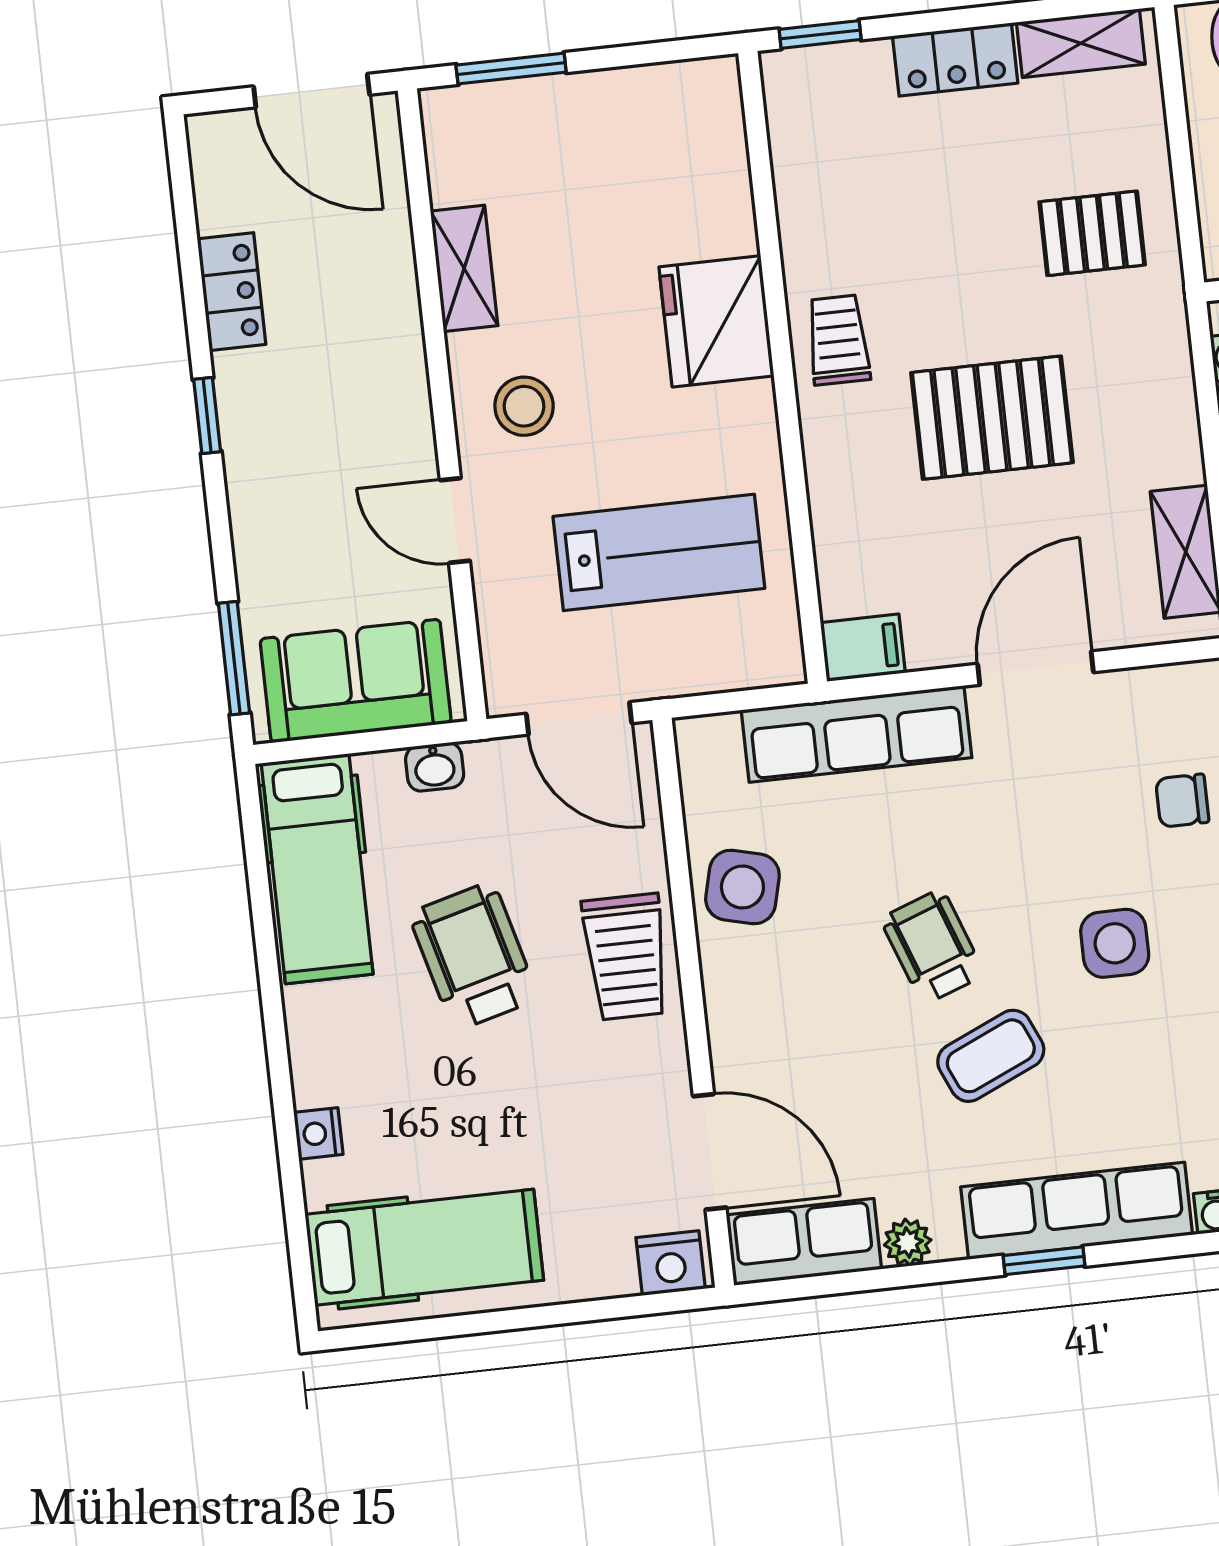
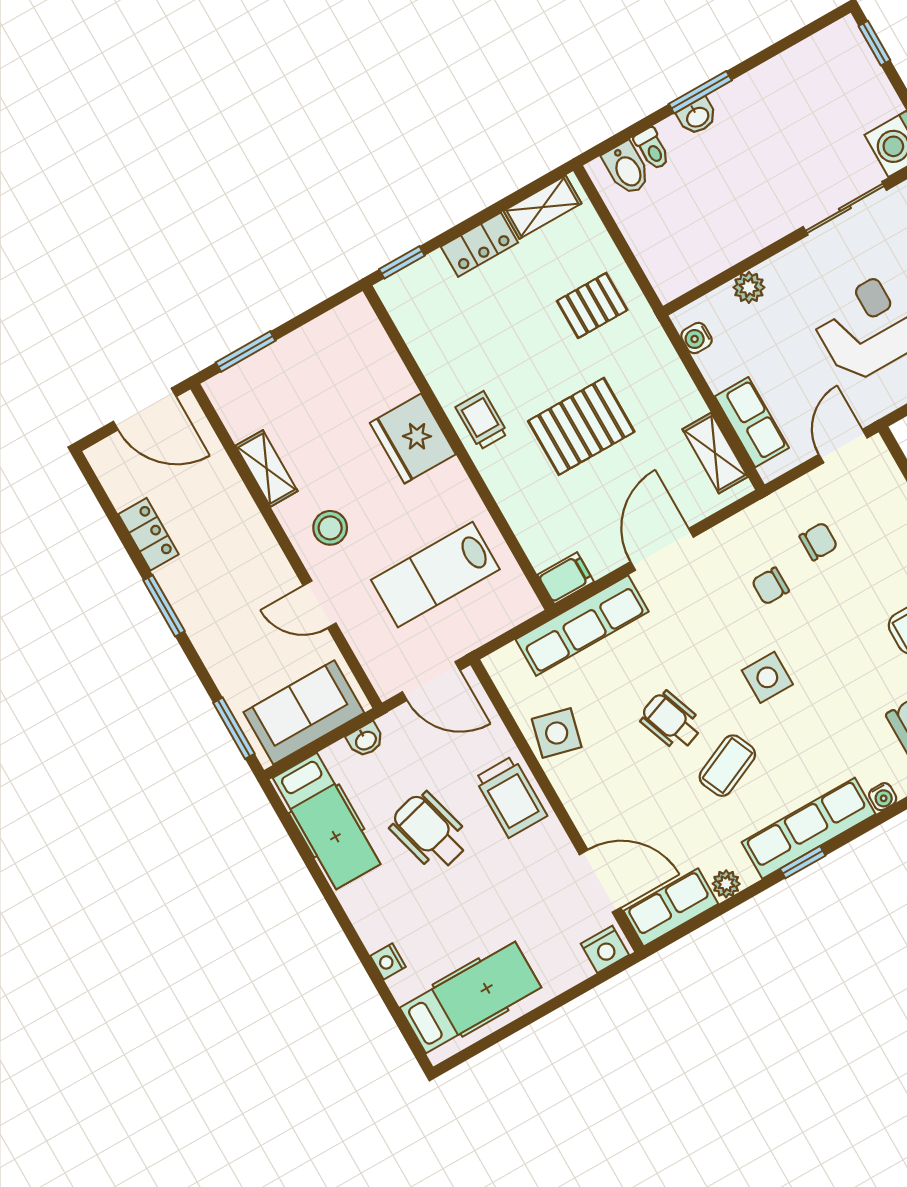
window: (207, 416) -> (164, 606), width x1.50
lab bench: (659, 552) -> (435, 575), turned 180

